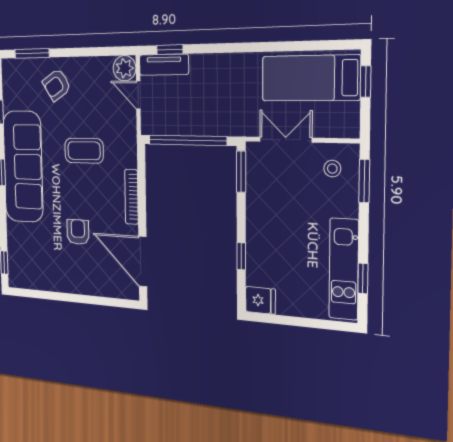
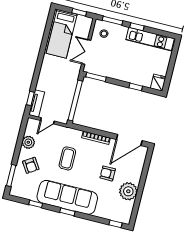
plant: (125, 68) -> (28, 142), moved
window: (366, 82) -> (79, 12), moved
plant: (59, 276) -> (128, 191), added
window: (363, 278) -> (137, 27), moved

